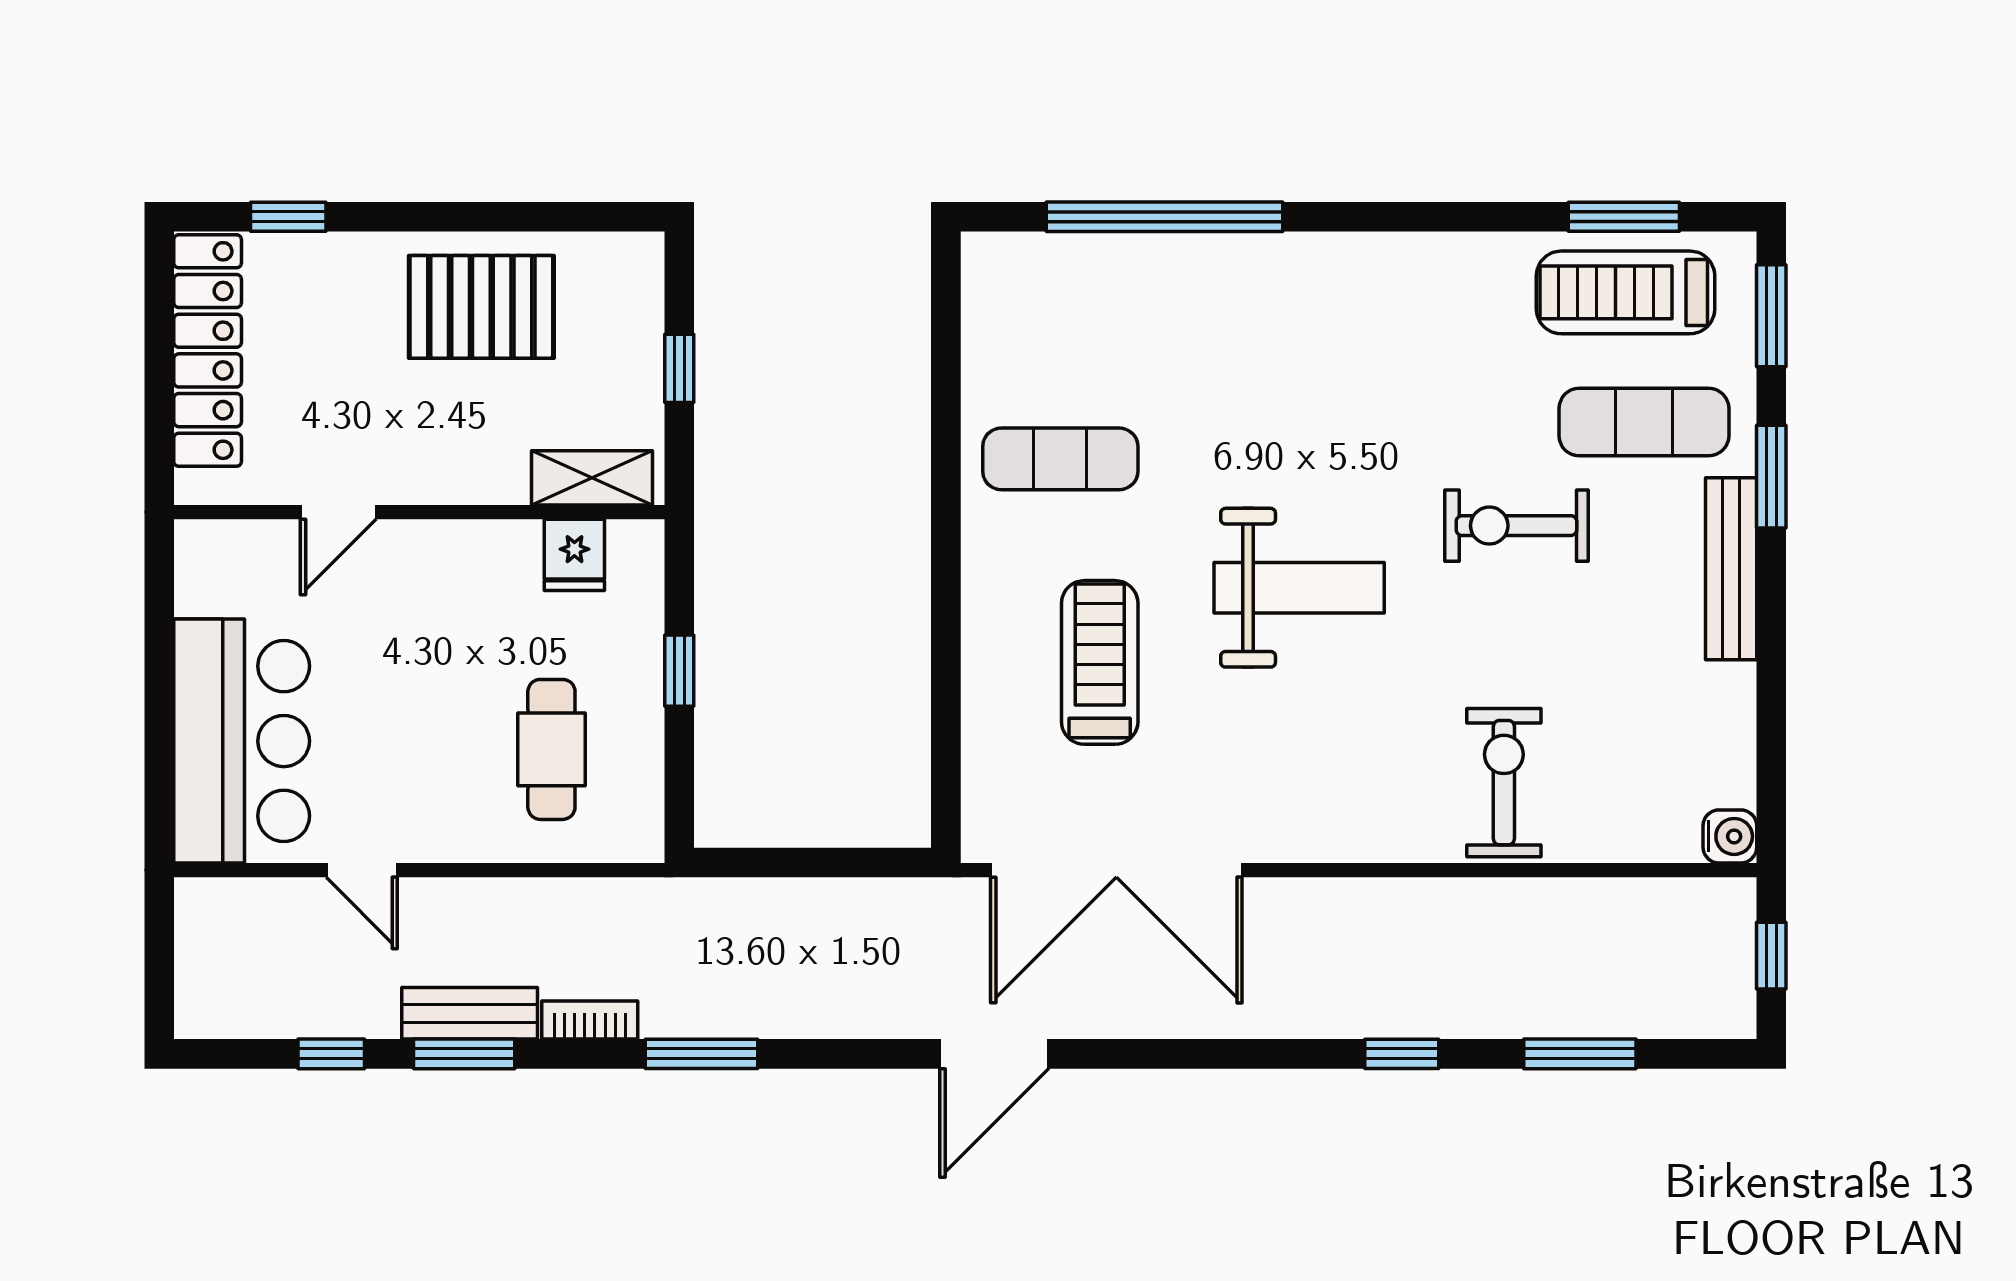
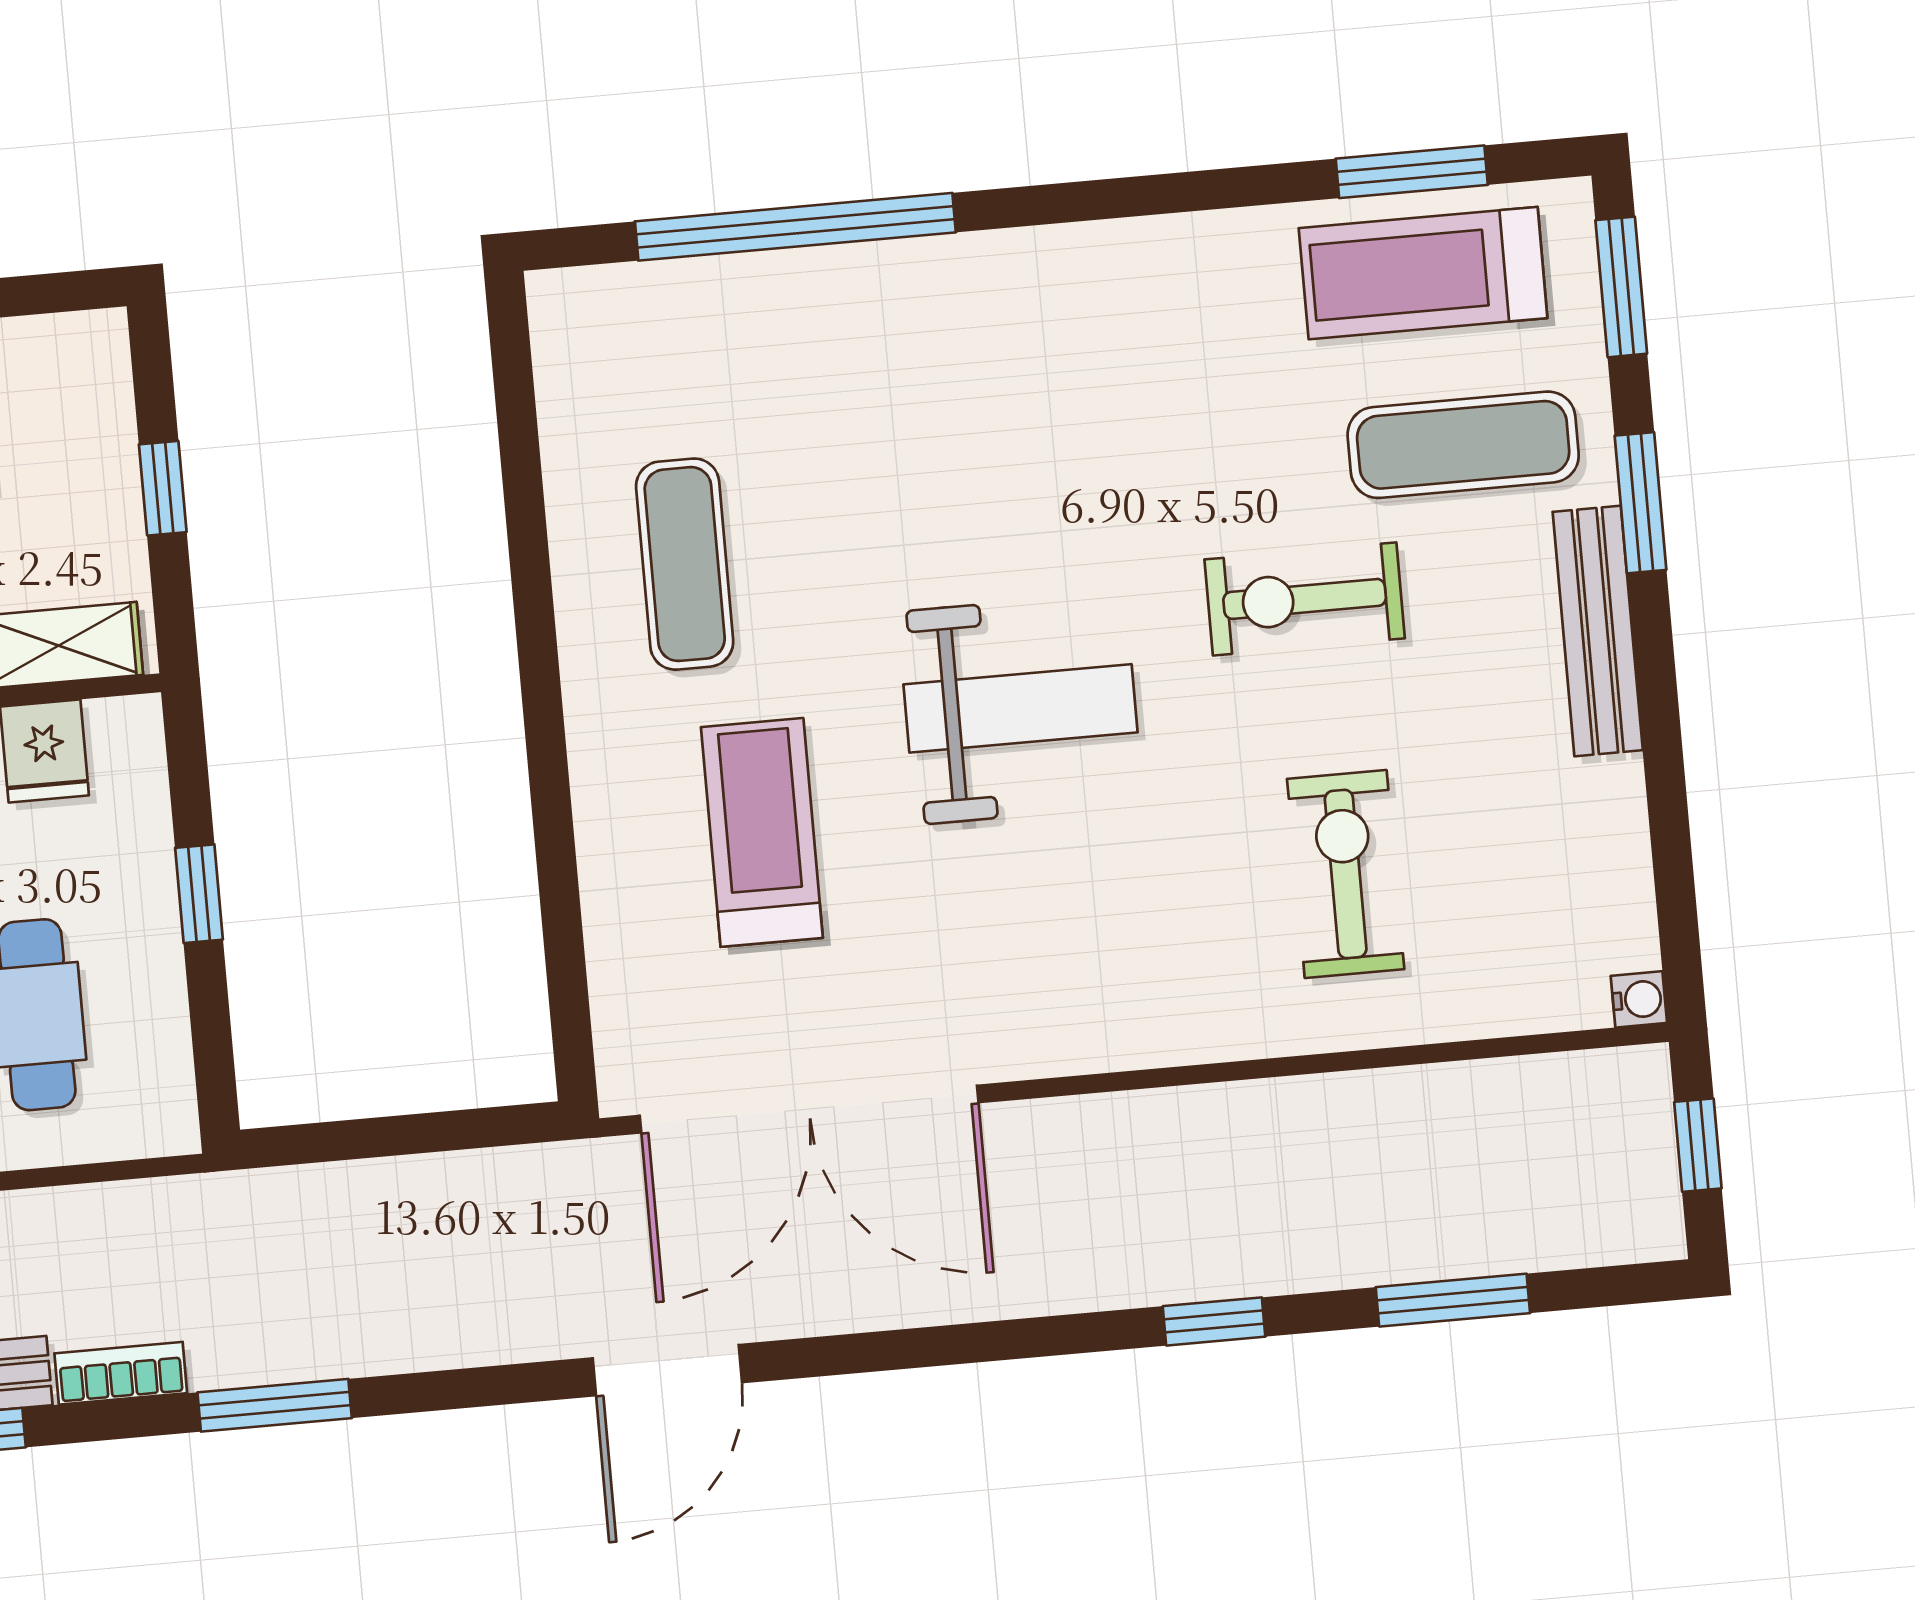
exercise mat: (1060, 459) -> (685, 564), turned 90
exercise bike: (1504, 783) -> (1346, 874), moved
water cooler: (1730, 836) -> (1639, 999), width x0.72, depth x0.72

